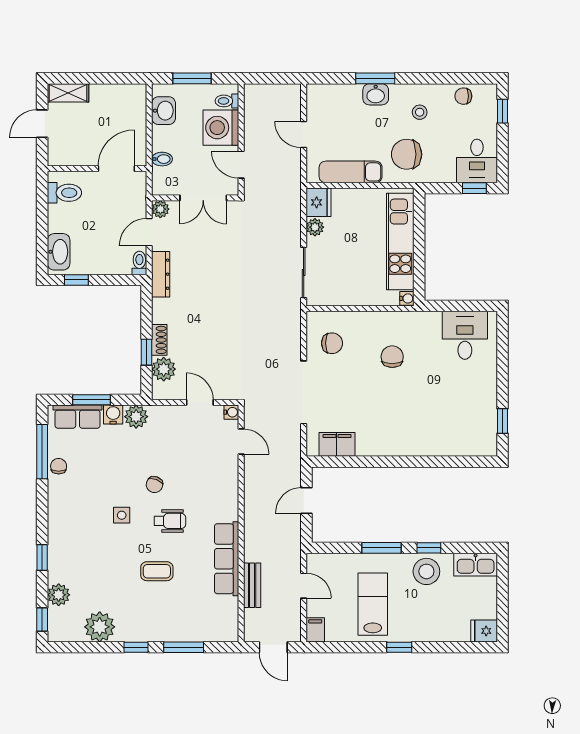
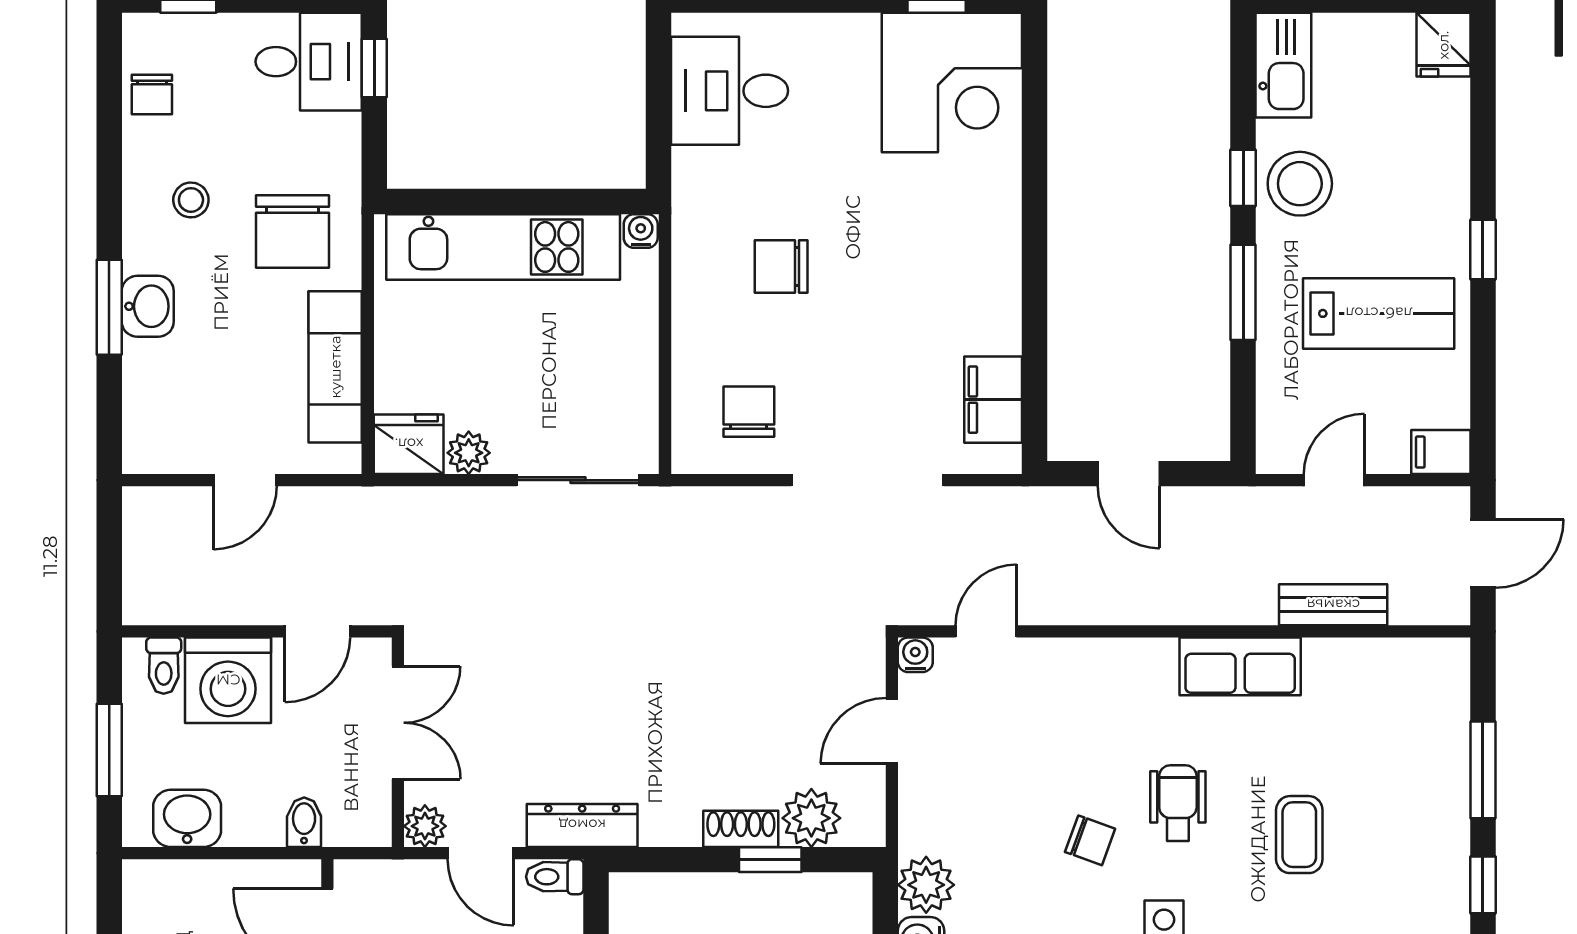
corner desk: (468, 427) -> (952, 82), added
row of seats: (227, 559) -> (1240, 666), width x0.68
lab bench: (373, 604) -> (1379, 313), turned 180

